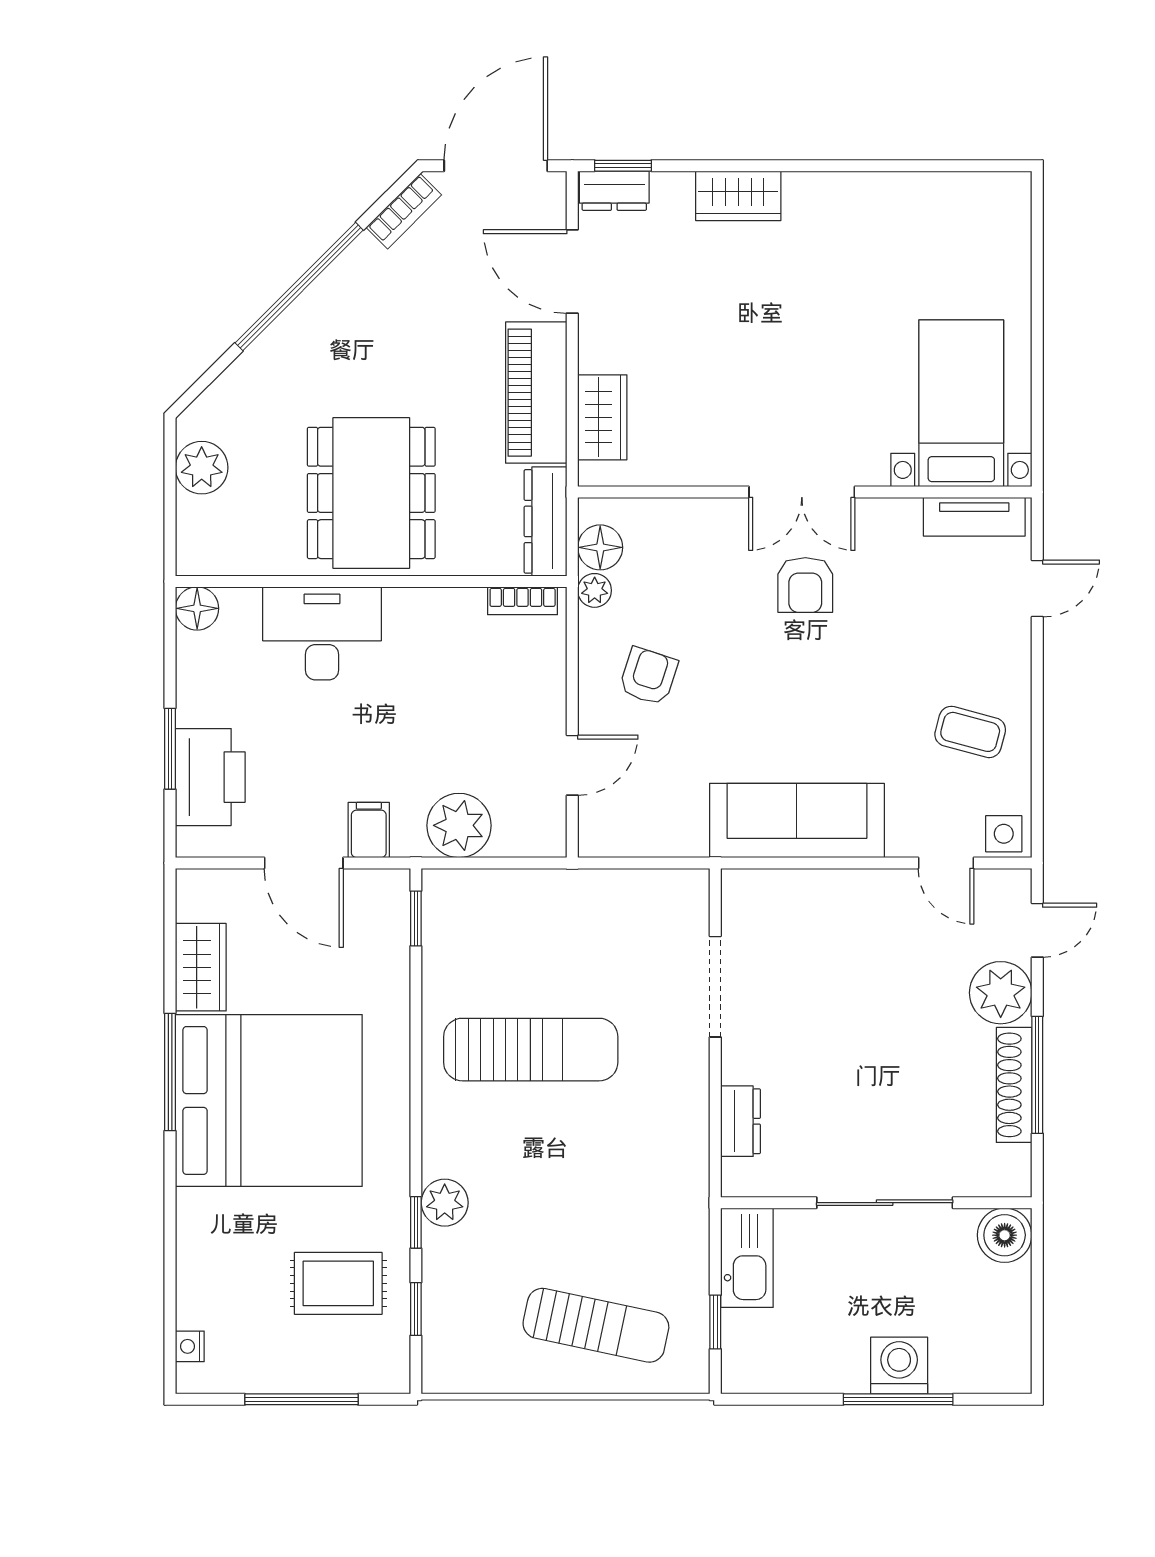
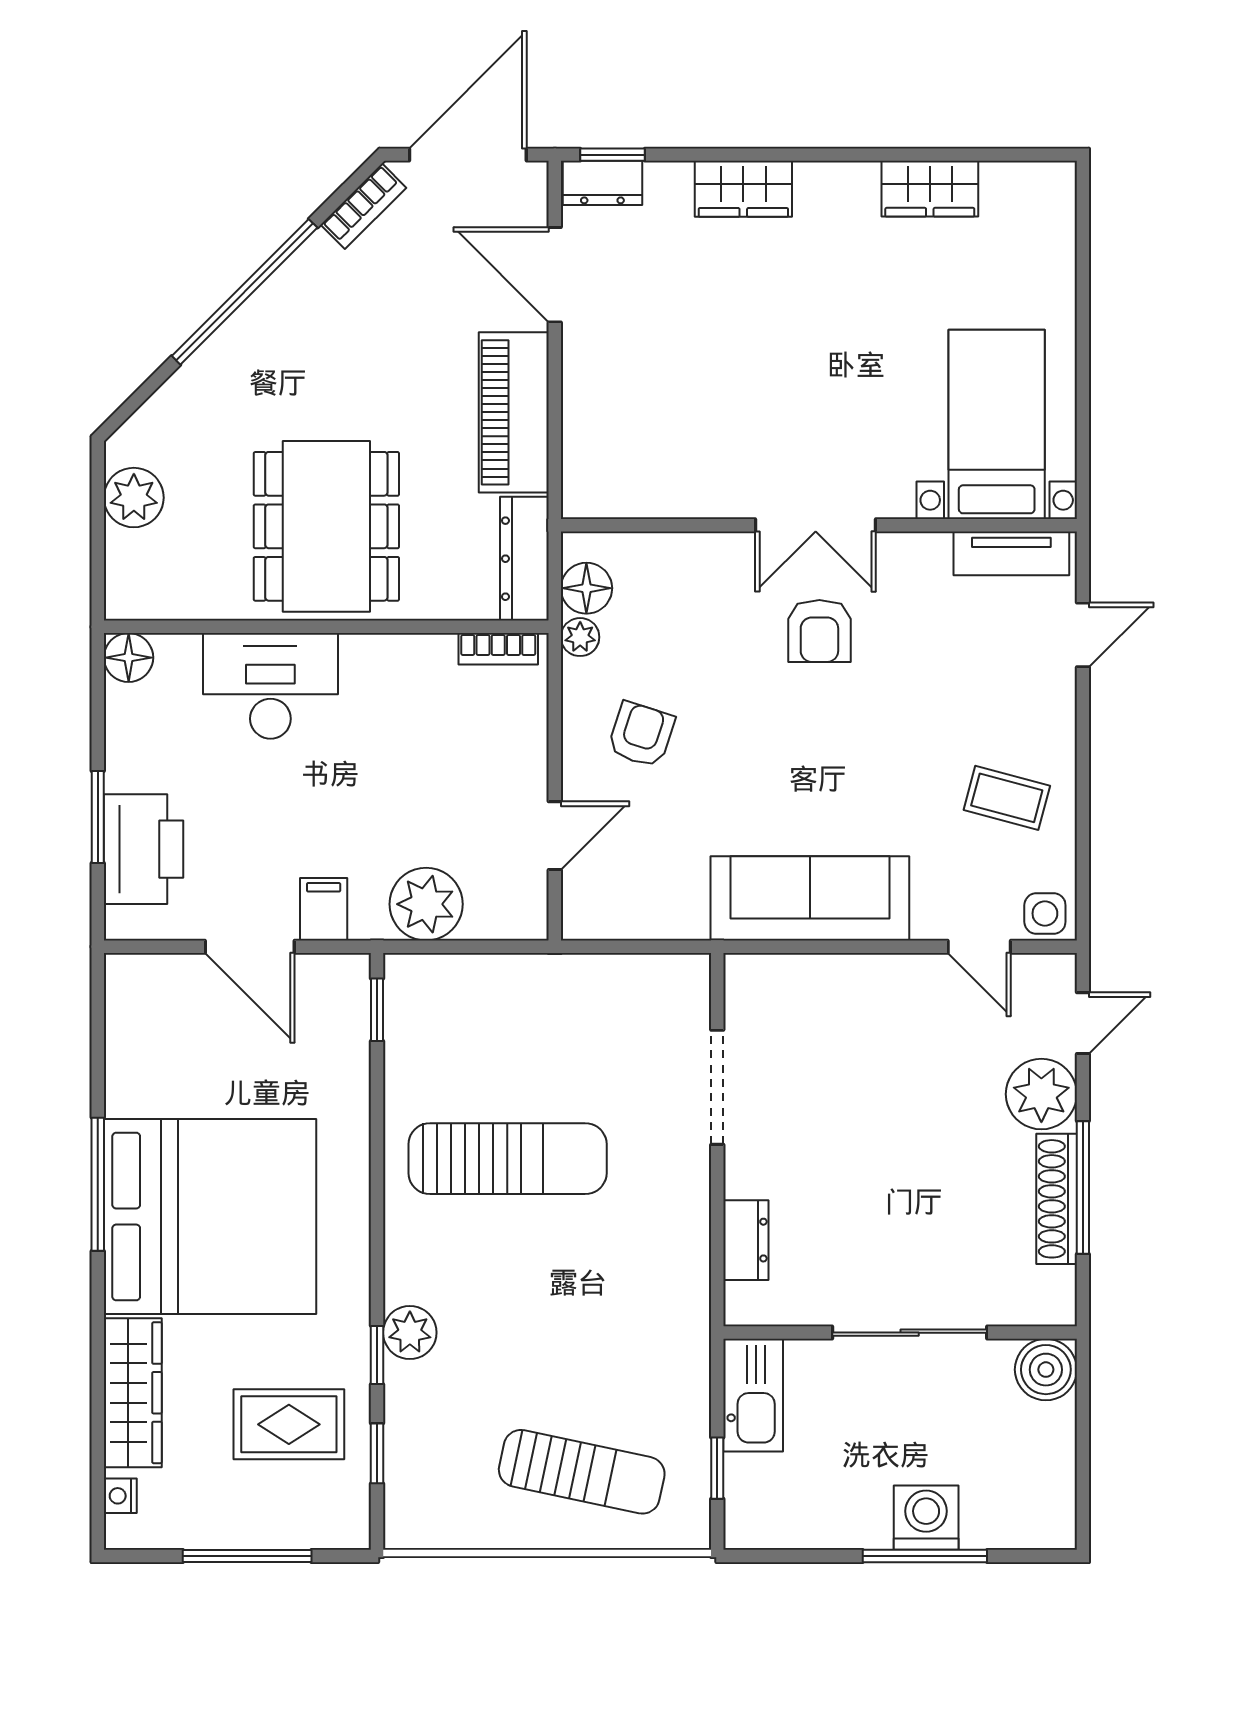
wardrobe: (602, 417) -> (930, 189), moved, turned 90
wardrobe: (201, 967) -> (133, 1393), moved, width x1.50

